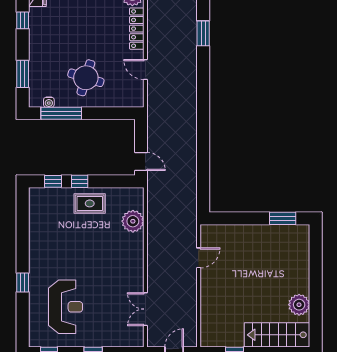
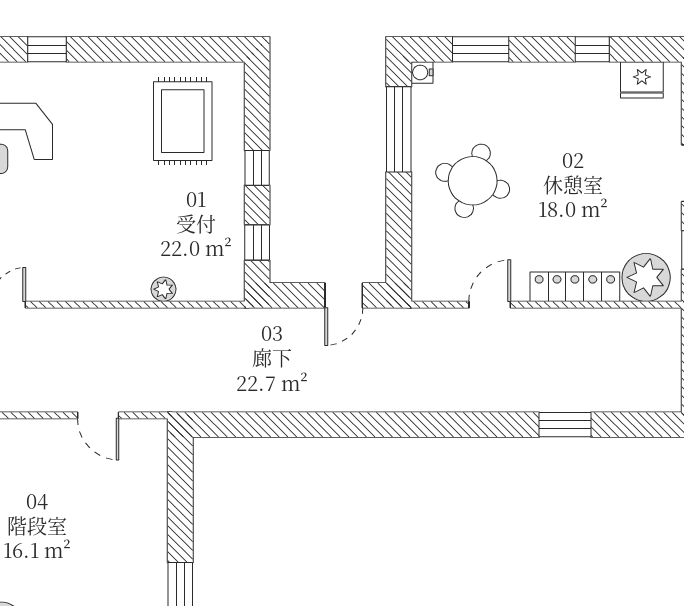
water cooler: (49, 102) -> (422, 72), moved
door: (141, 161) -> (344, 295), moved
window: (53, 181) -> (257, 242), moved
rug: (90, 203) -> (183, 121), moved, width x1.36, depth x1.43
plant: (133, 221) -> (164, 289), width x0.53, depth x0.53

